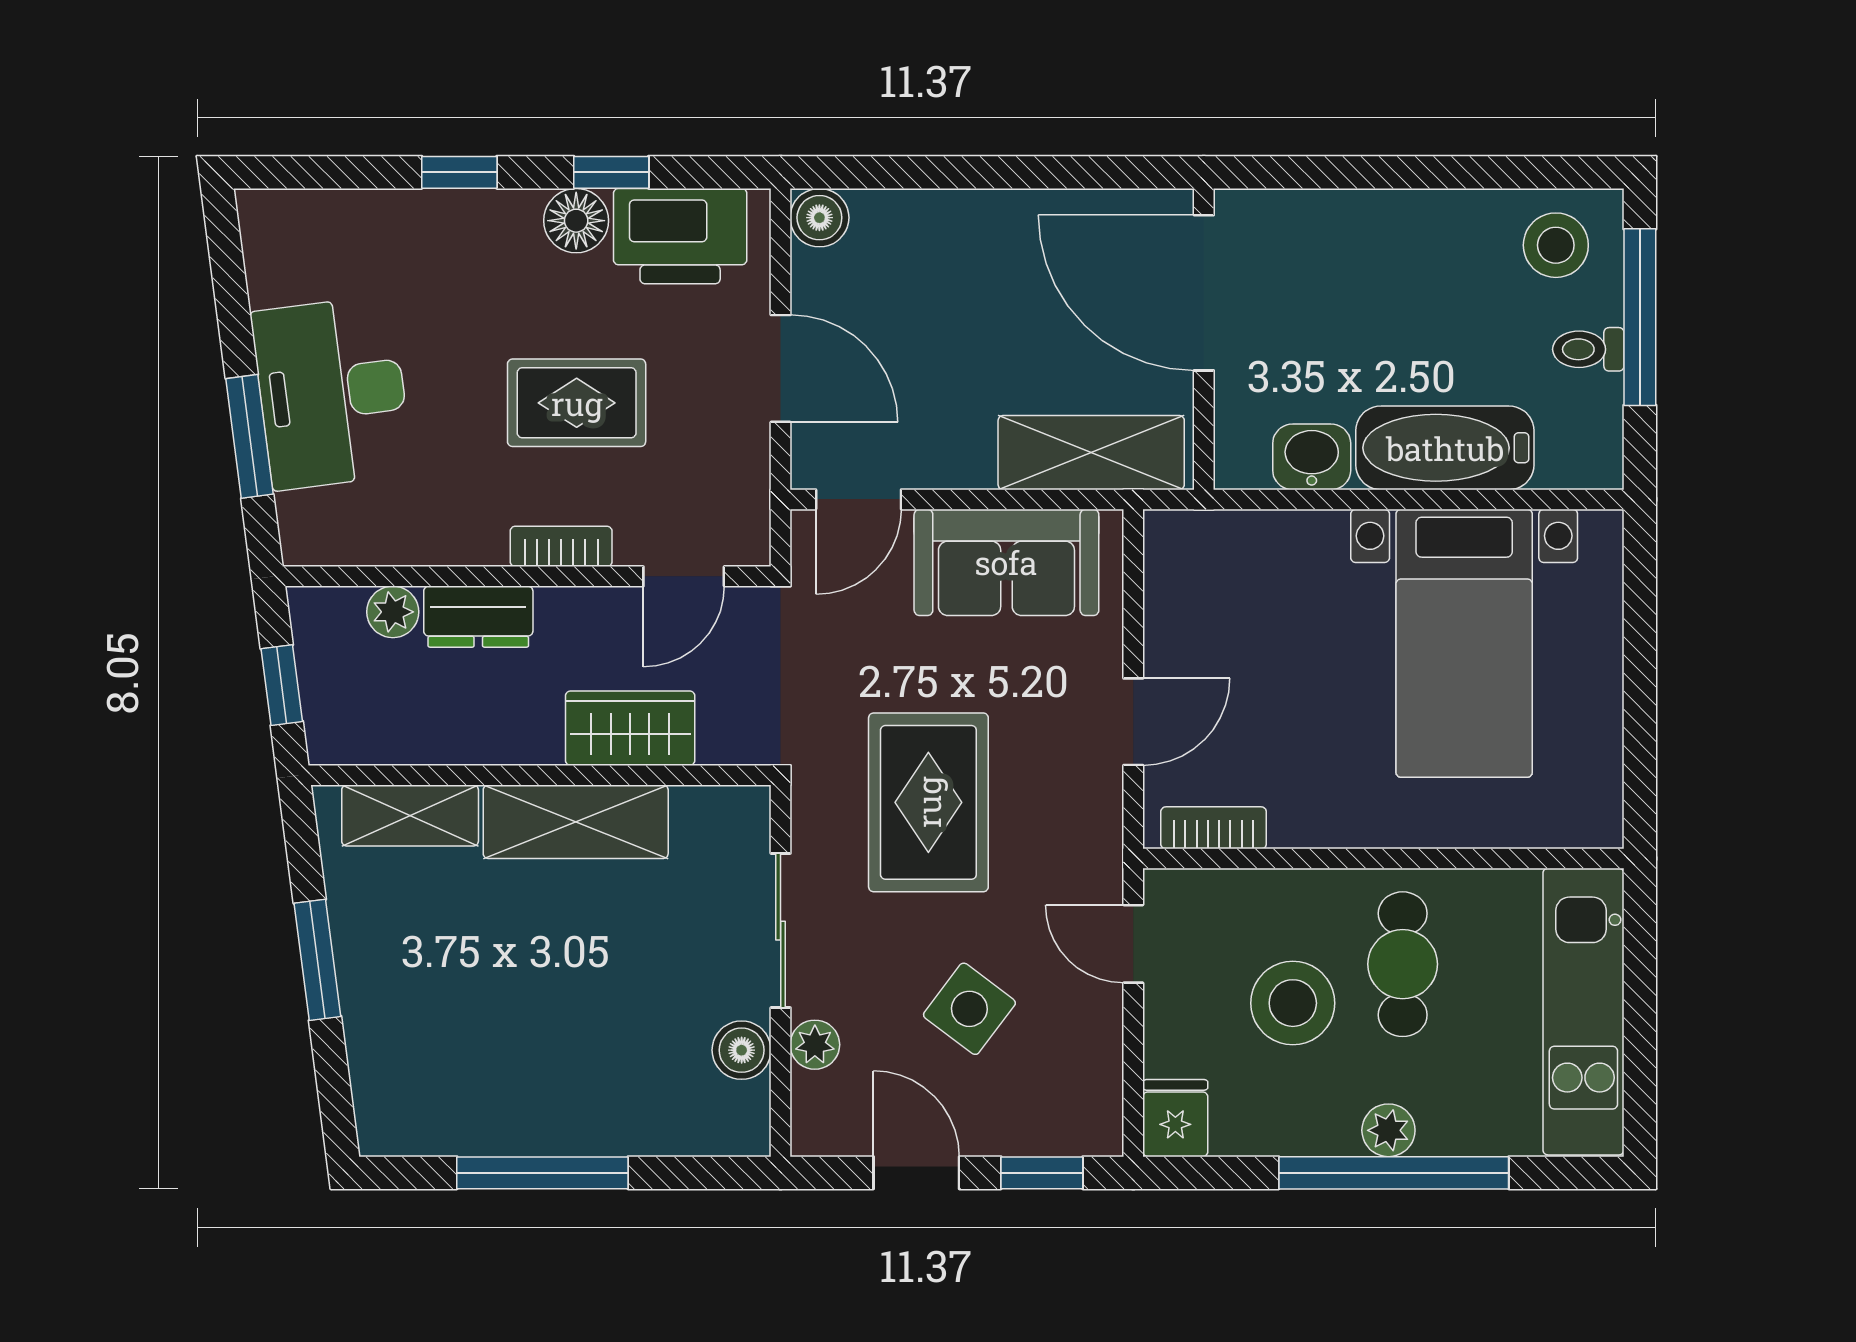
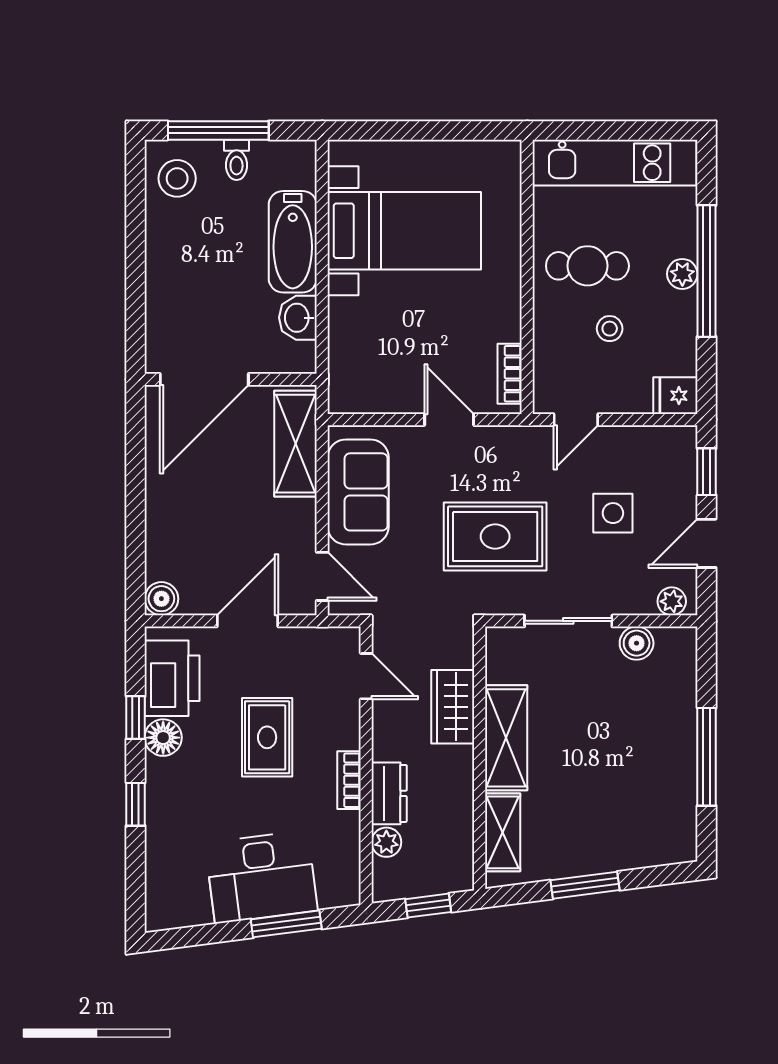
bookcase: (561, 546) -> (349, 780), moved
stool: (1293, 1003) -> (610, 329), width x0.53, depth x0.53
side table: (969, 1009) -> (613, 513), turned -37
plant: (815, 1045) -> (672, 601), moved

